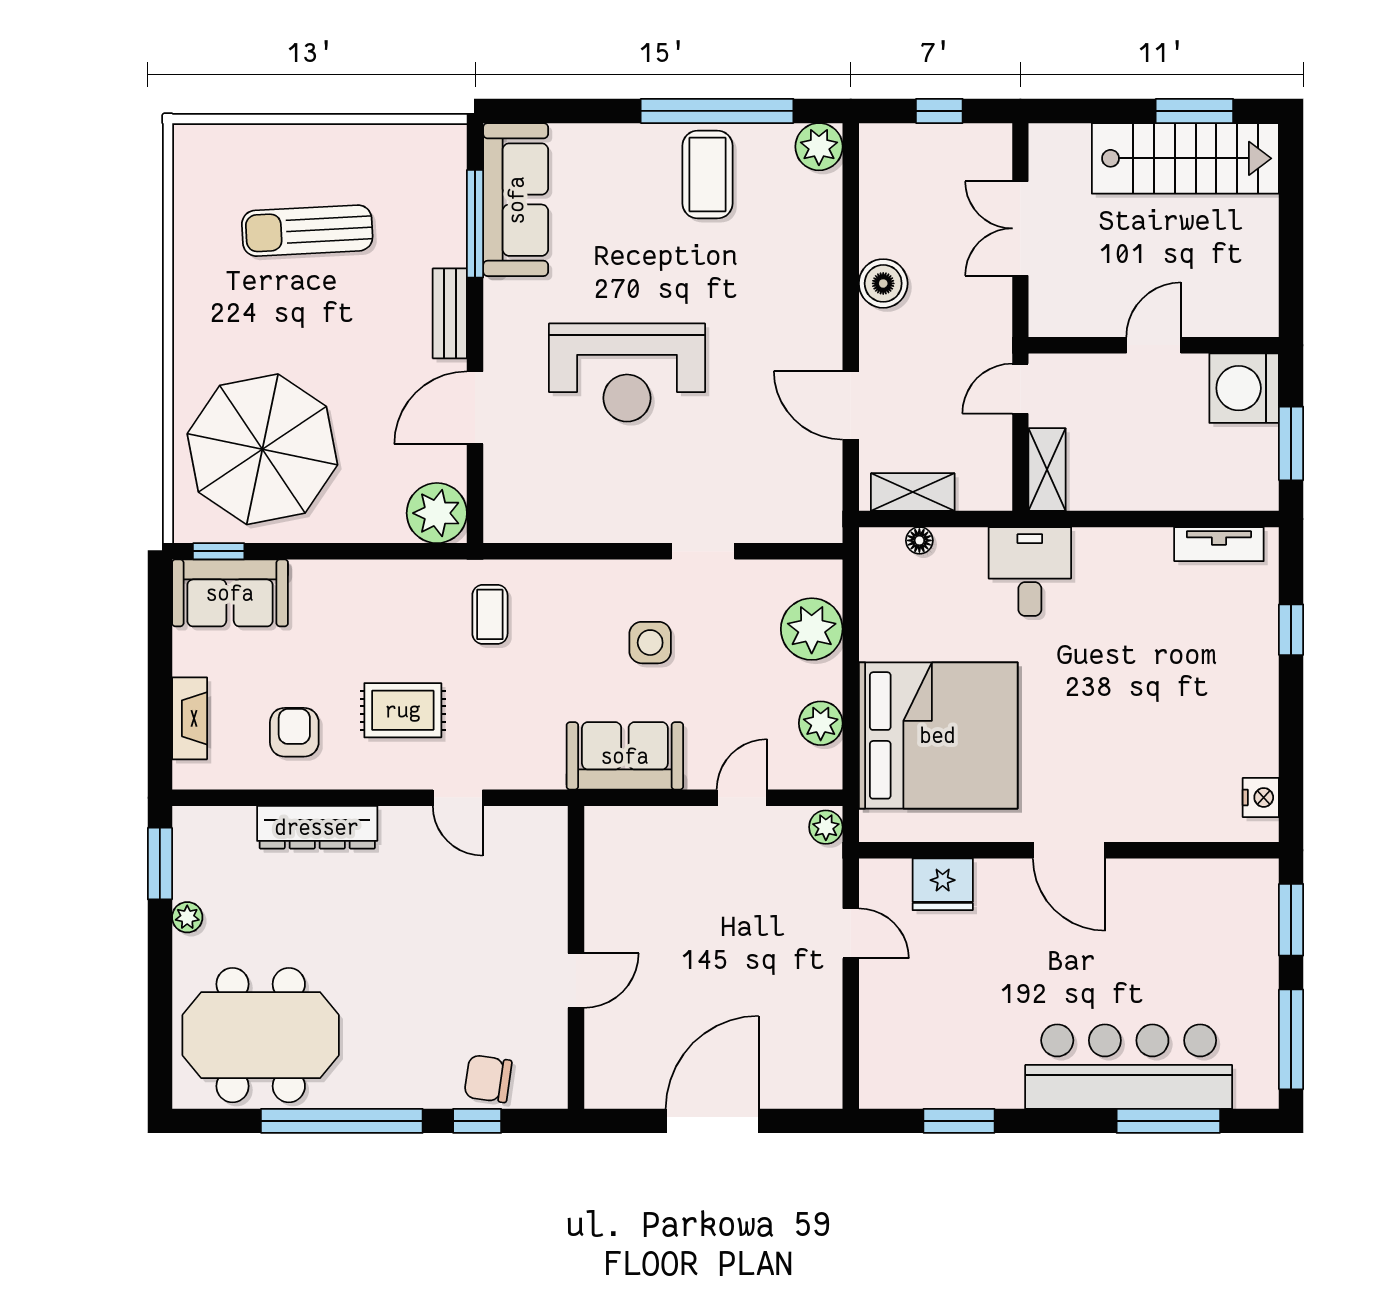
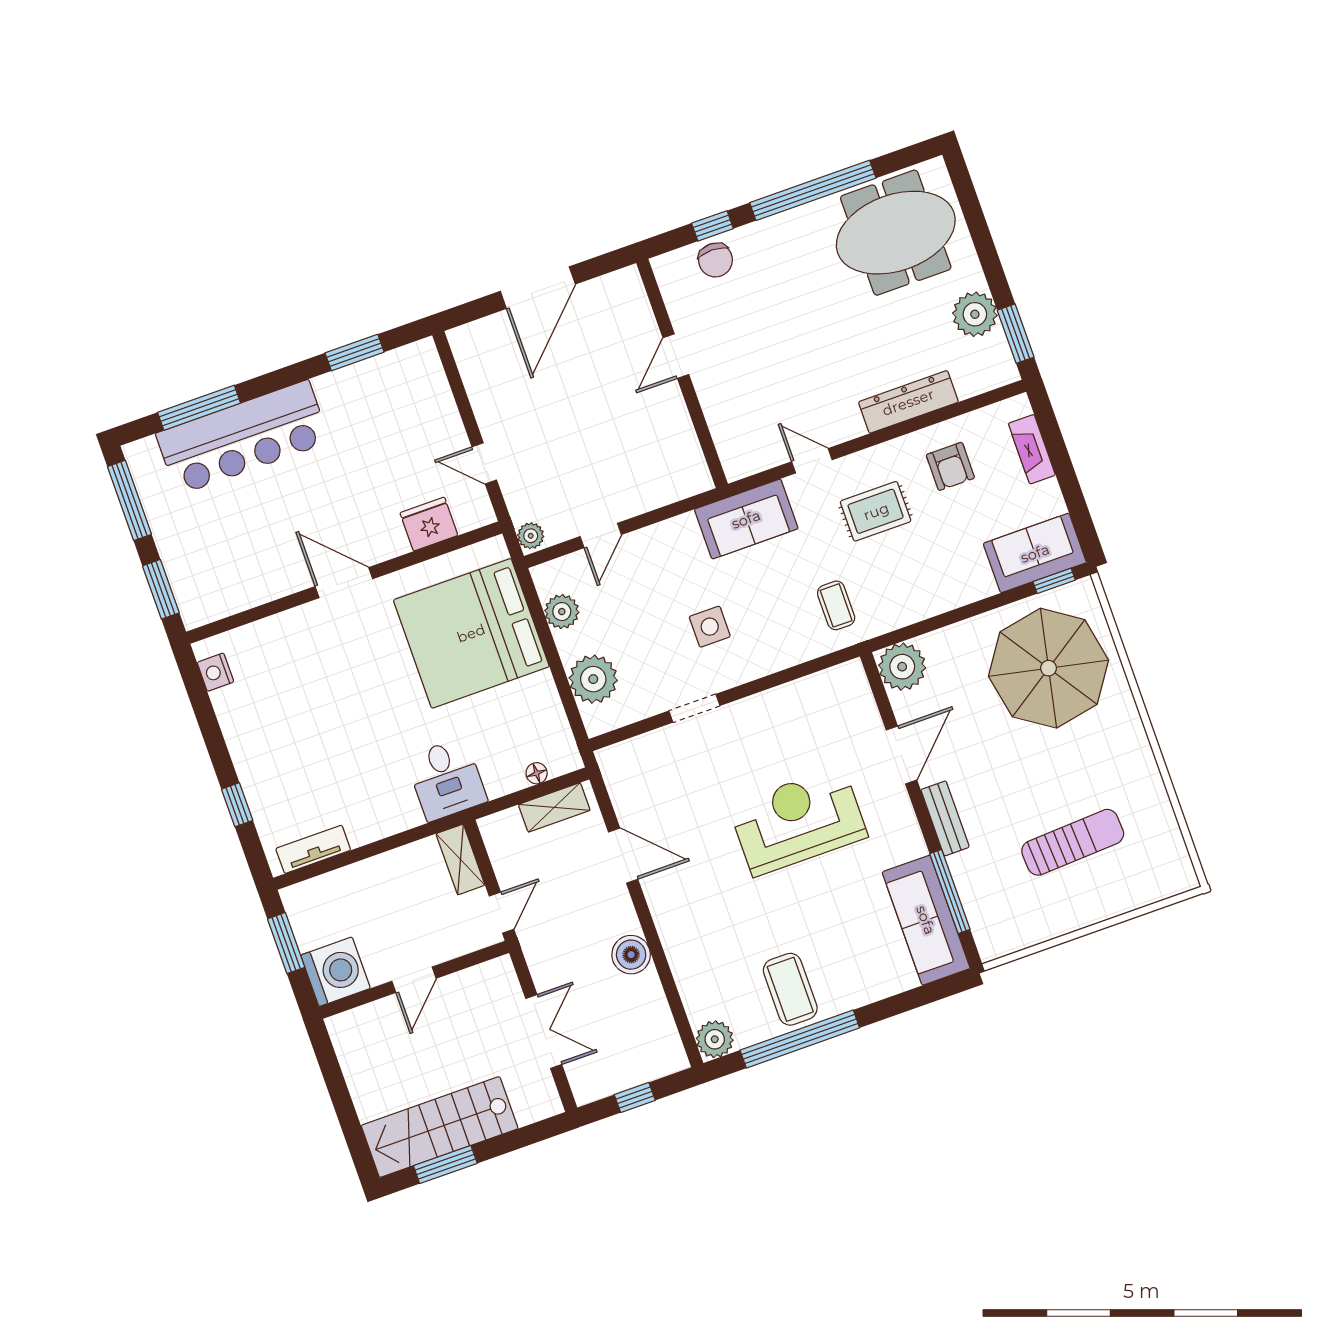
sofa: (625, 756) -> (746, 519), moved
plant: (187, 917) -> (975, 314), width x1.87, depth x1.87
chair: (488, 1079) -> (715, 260), turned 82

